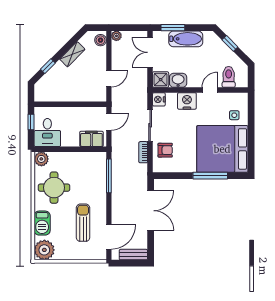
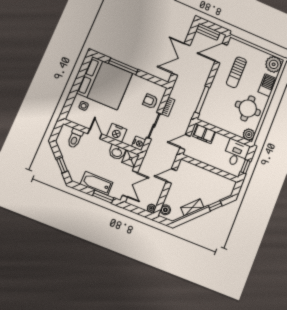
door: (210, 90) -> (95, 134), swing flipped

